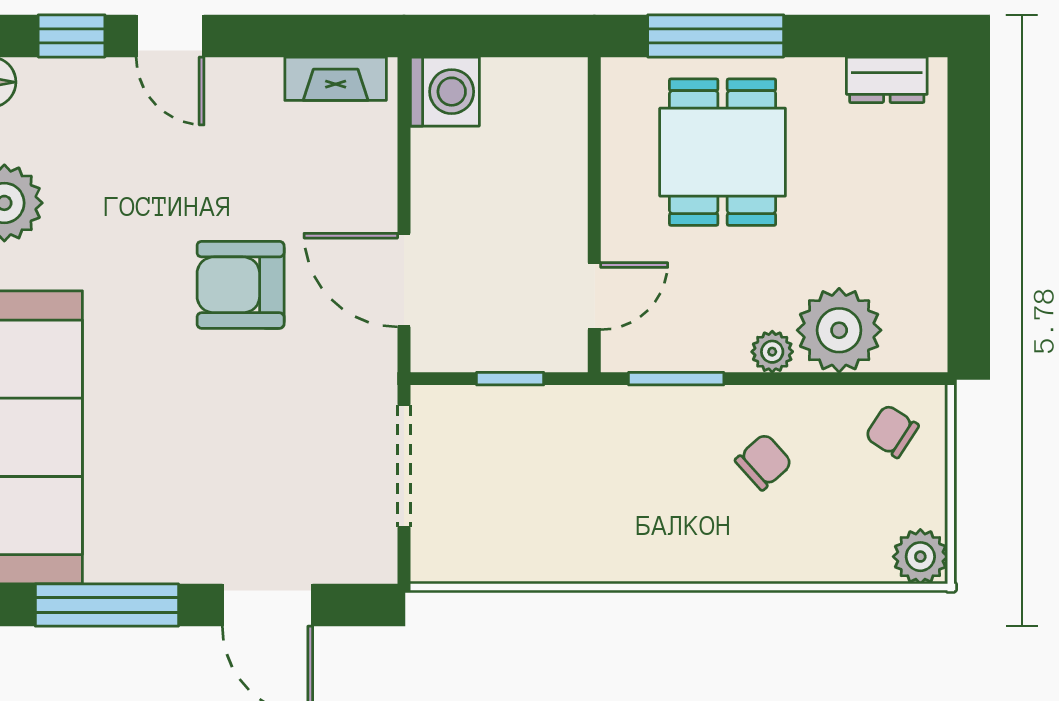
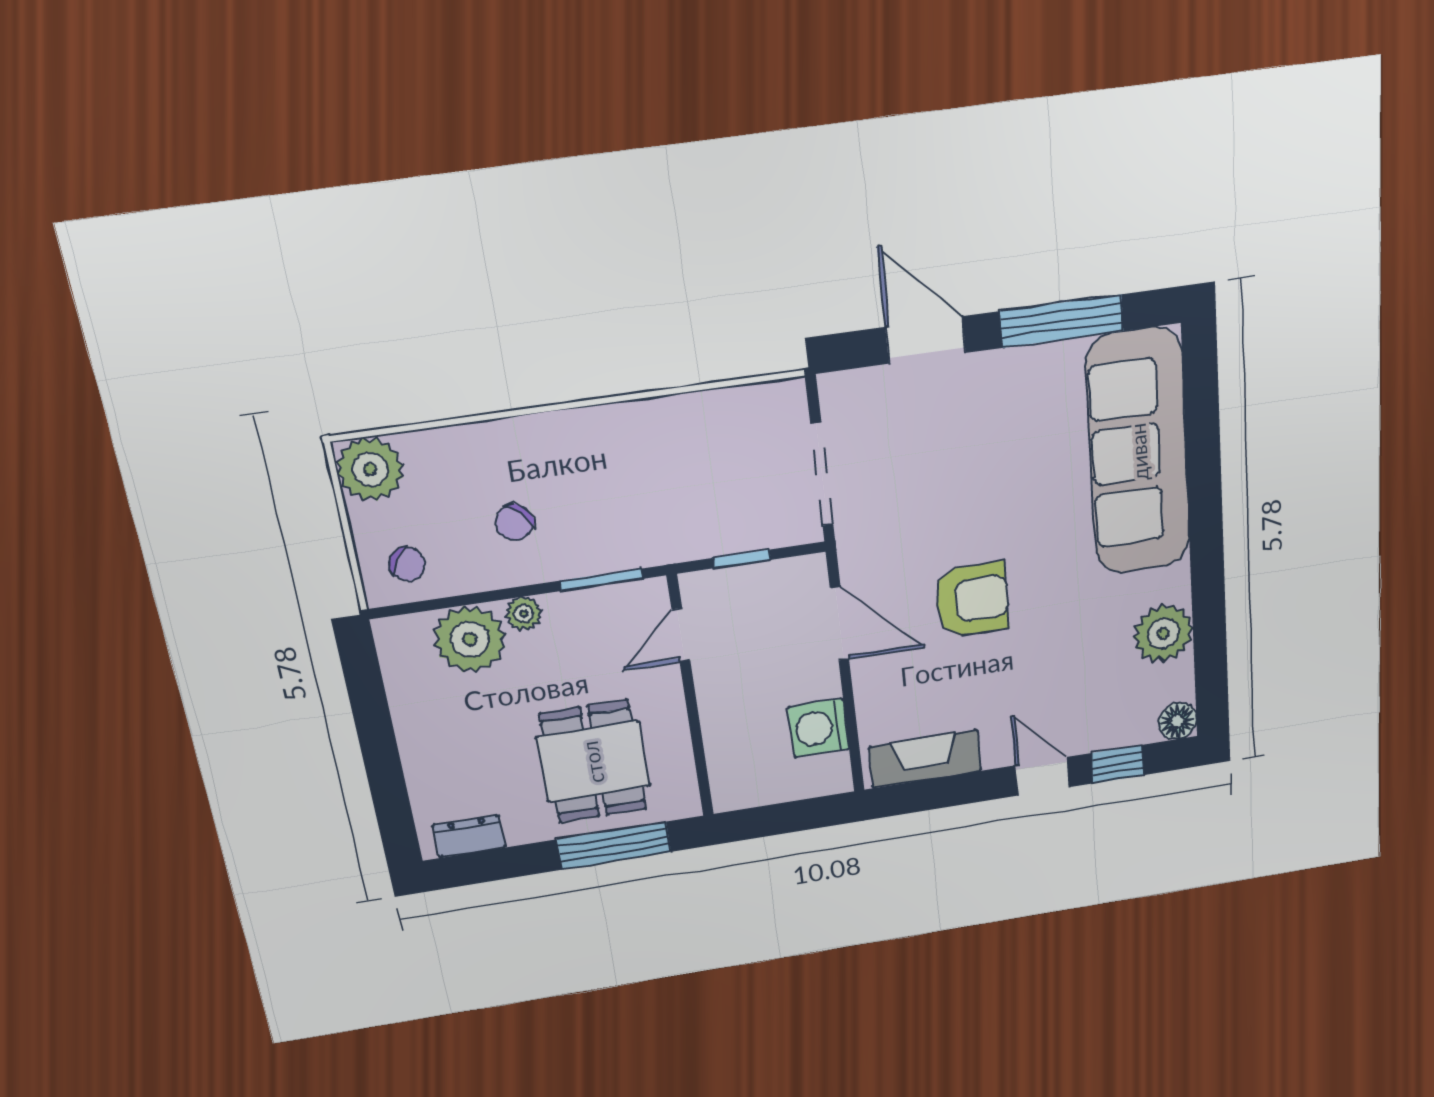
fireplace: (336, 79) -> (925, 759), width x1.37, depth x1.32
washing machine: (445, 92) -> (819, 728), moved
plant: (920, 557) -> (370, 469), width x1.36, depth x1.36

